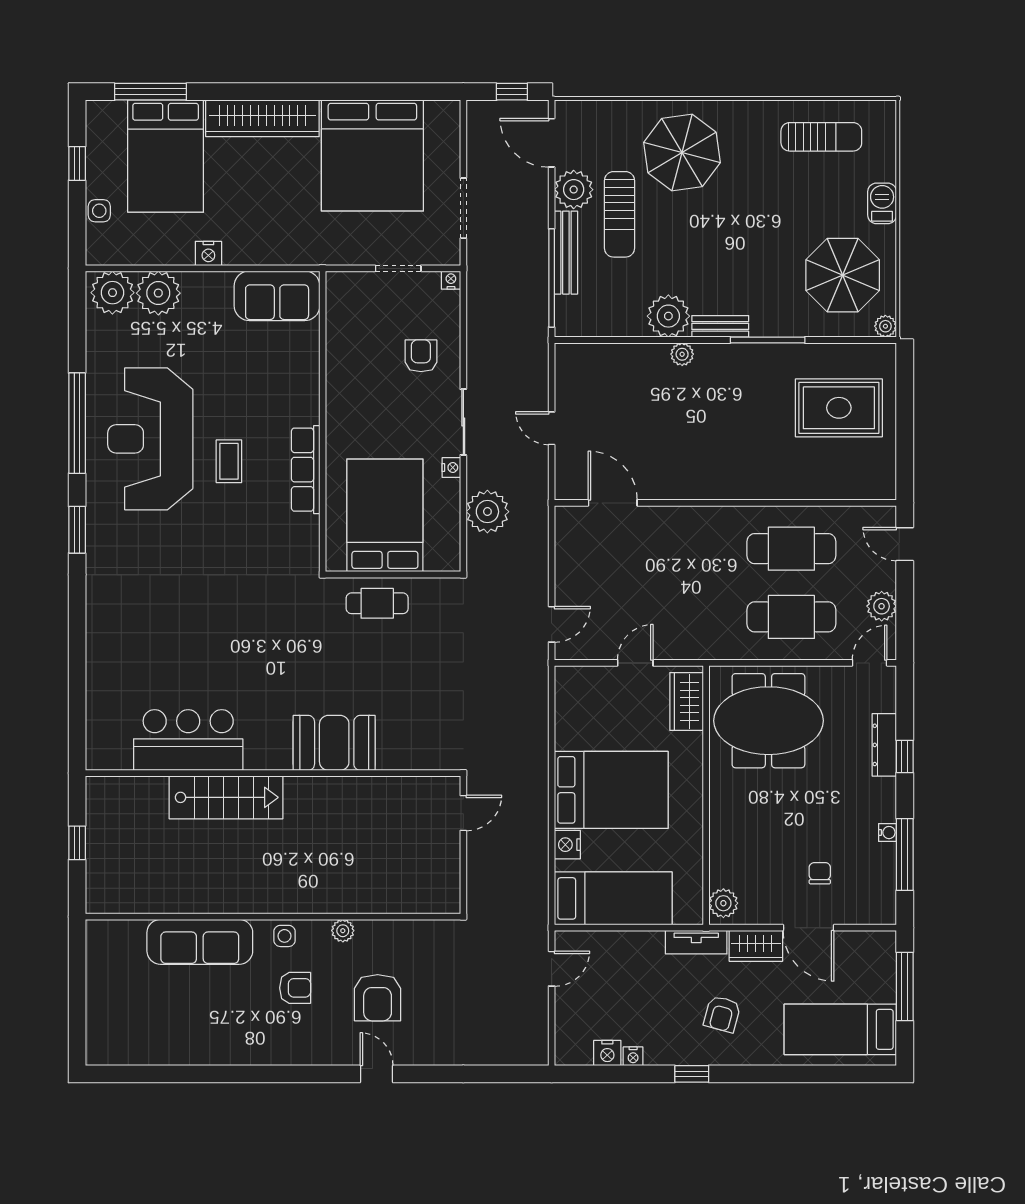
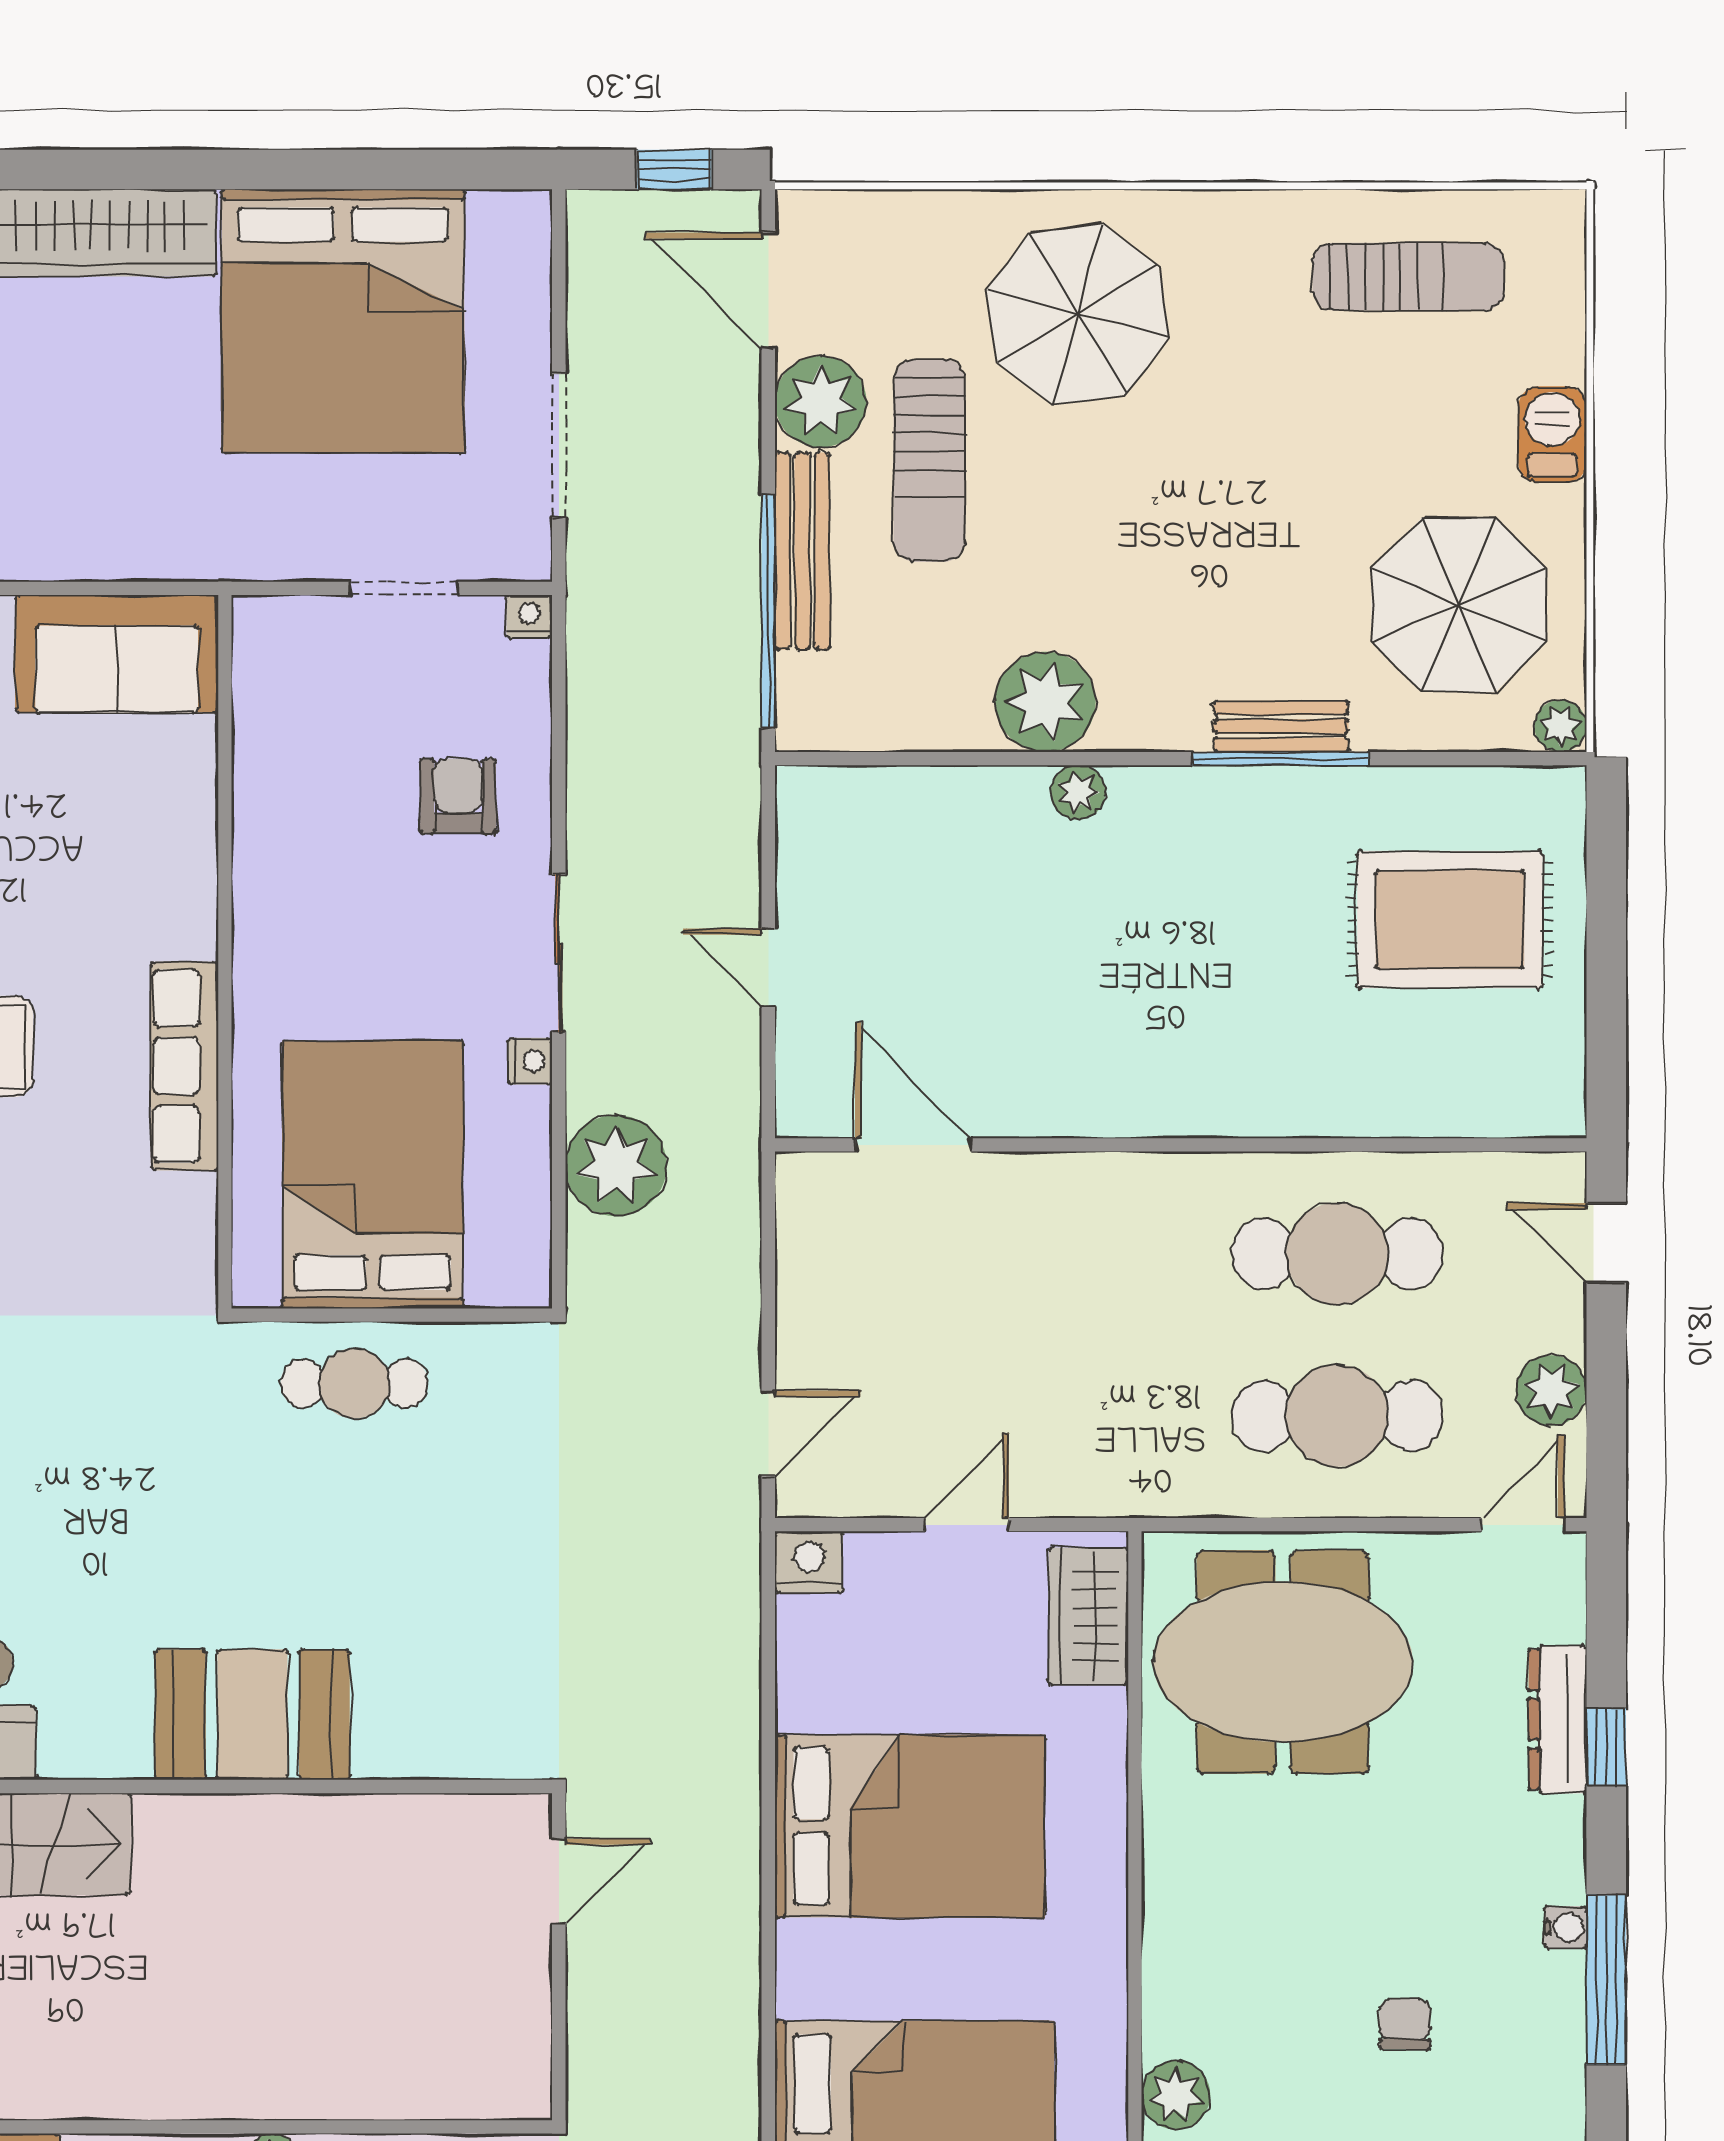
bench: (720, 326) -> (1281, 726), moved
nightstand: (567, 845) -> (809, 1562), moved, turned 90

